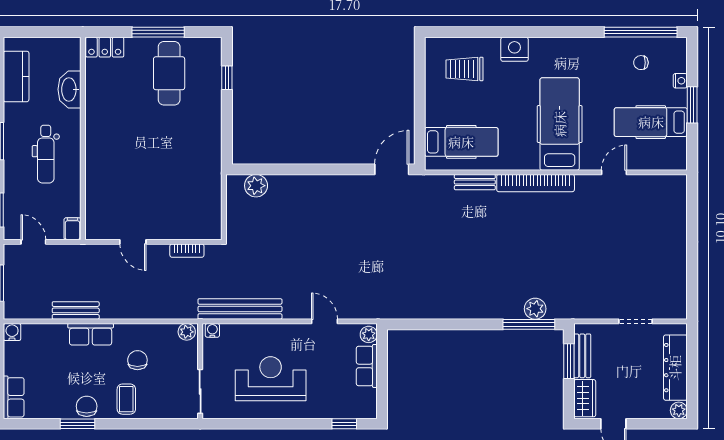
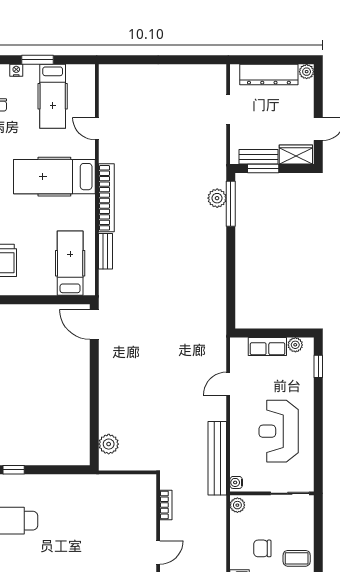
plant: (369, 334) -> (295, 345), moved

